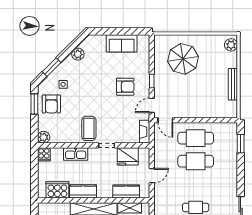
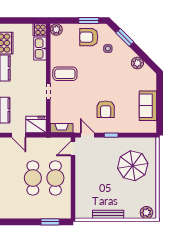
kitchen sink: (76, 154) -> (40, 48), moved
fridge: (128, 156) -> (36, 125), moved, turned 90

